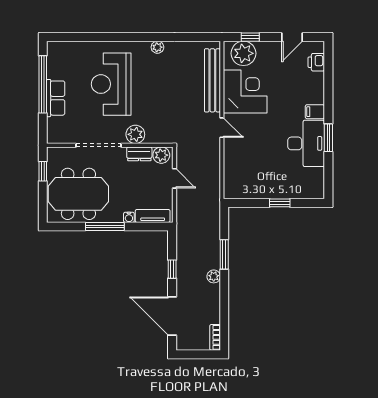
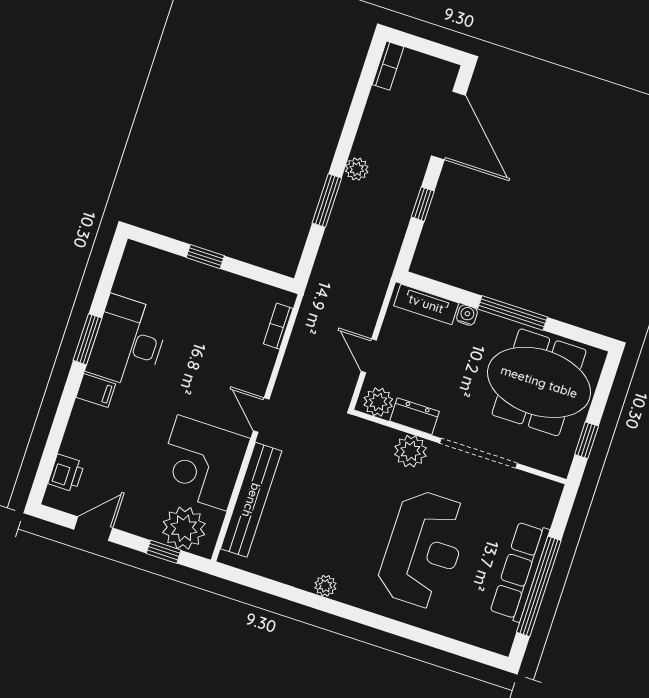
row of seats: (56, 98) -> (520, 571), width x1.48
bookcase: (228, 178) -> (278, 326), added

